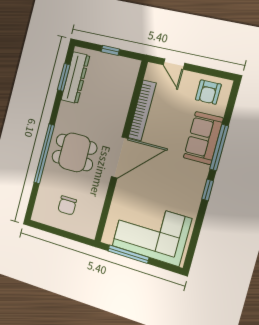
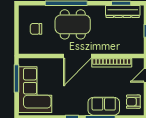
dining table: (74, 152) -> (73, 24), width x1.38
door: (119, 158) -> (77, 56), hinge flipped

